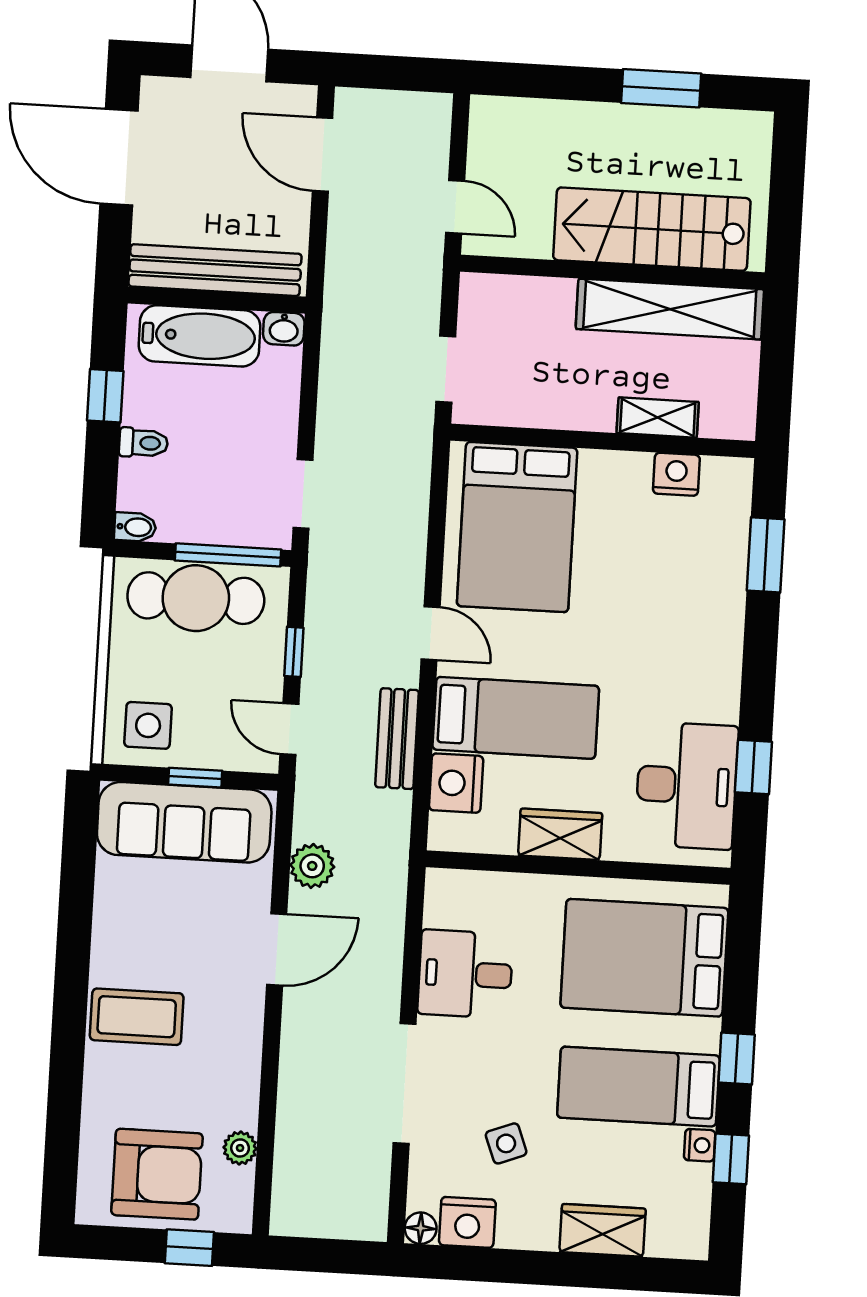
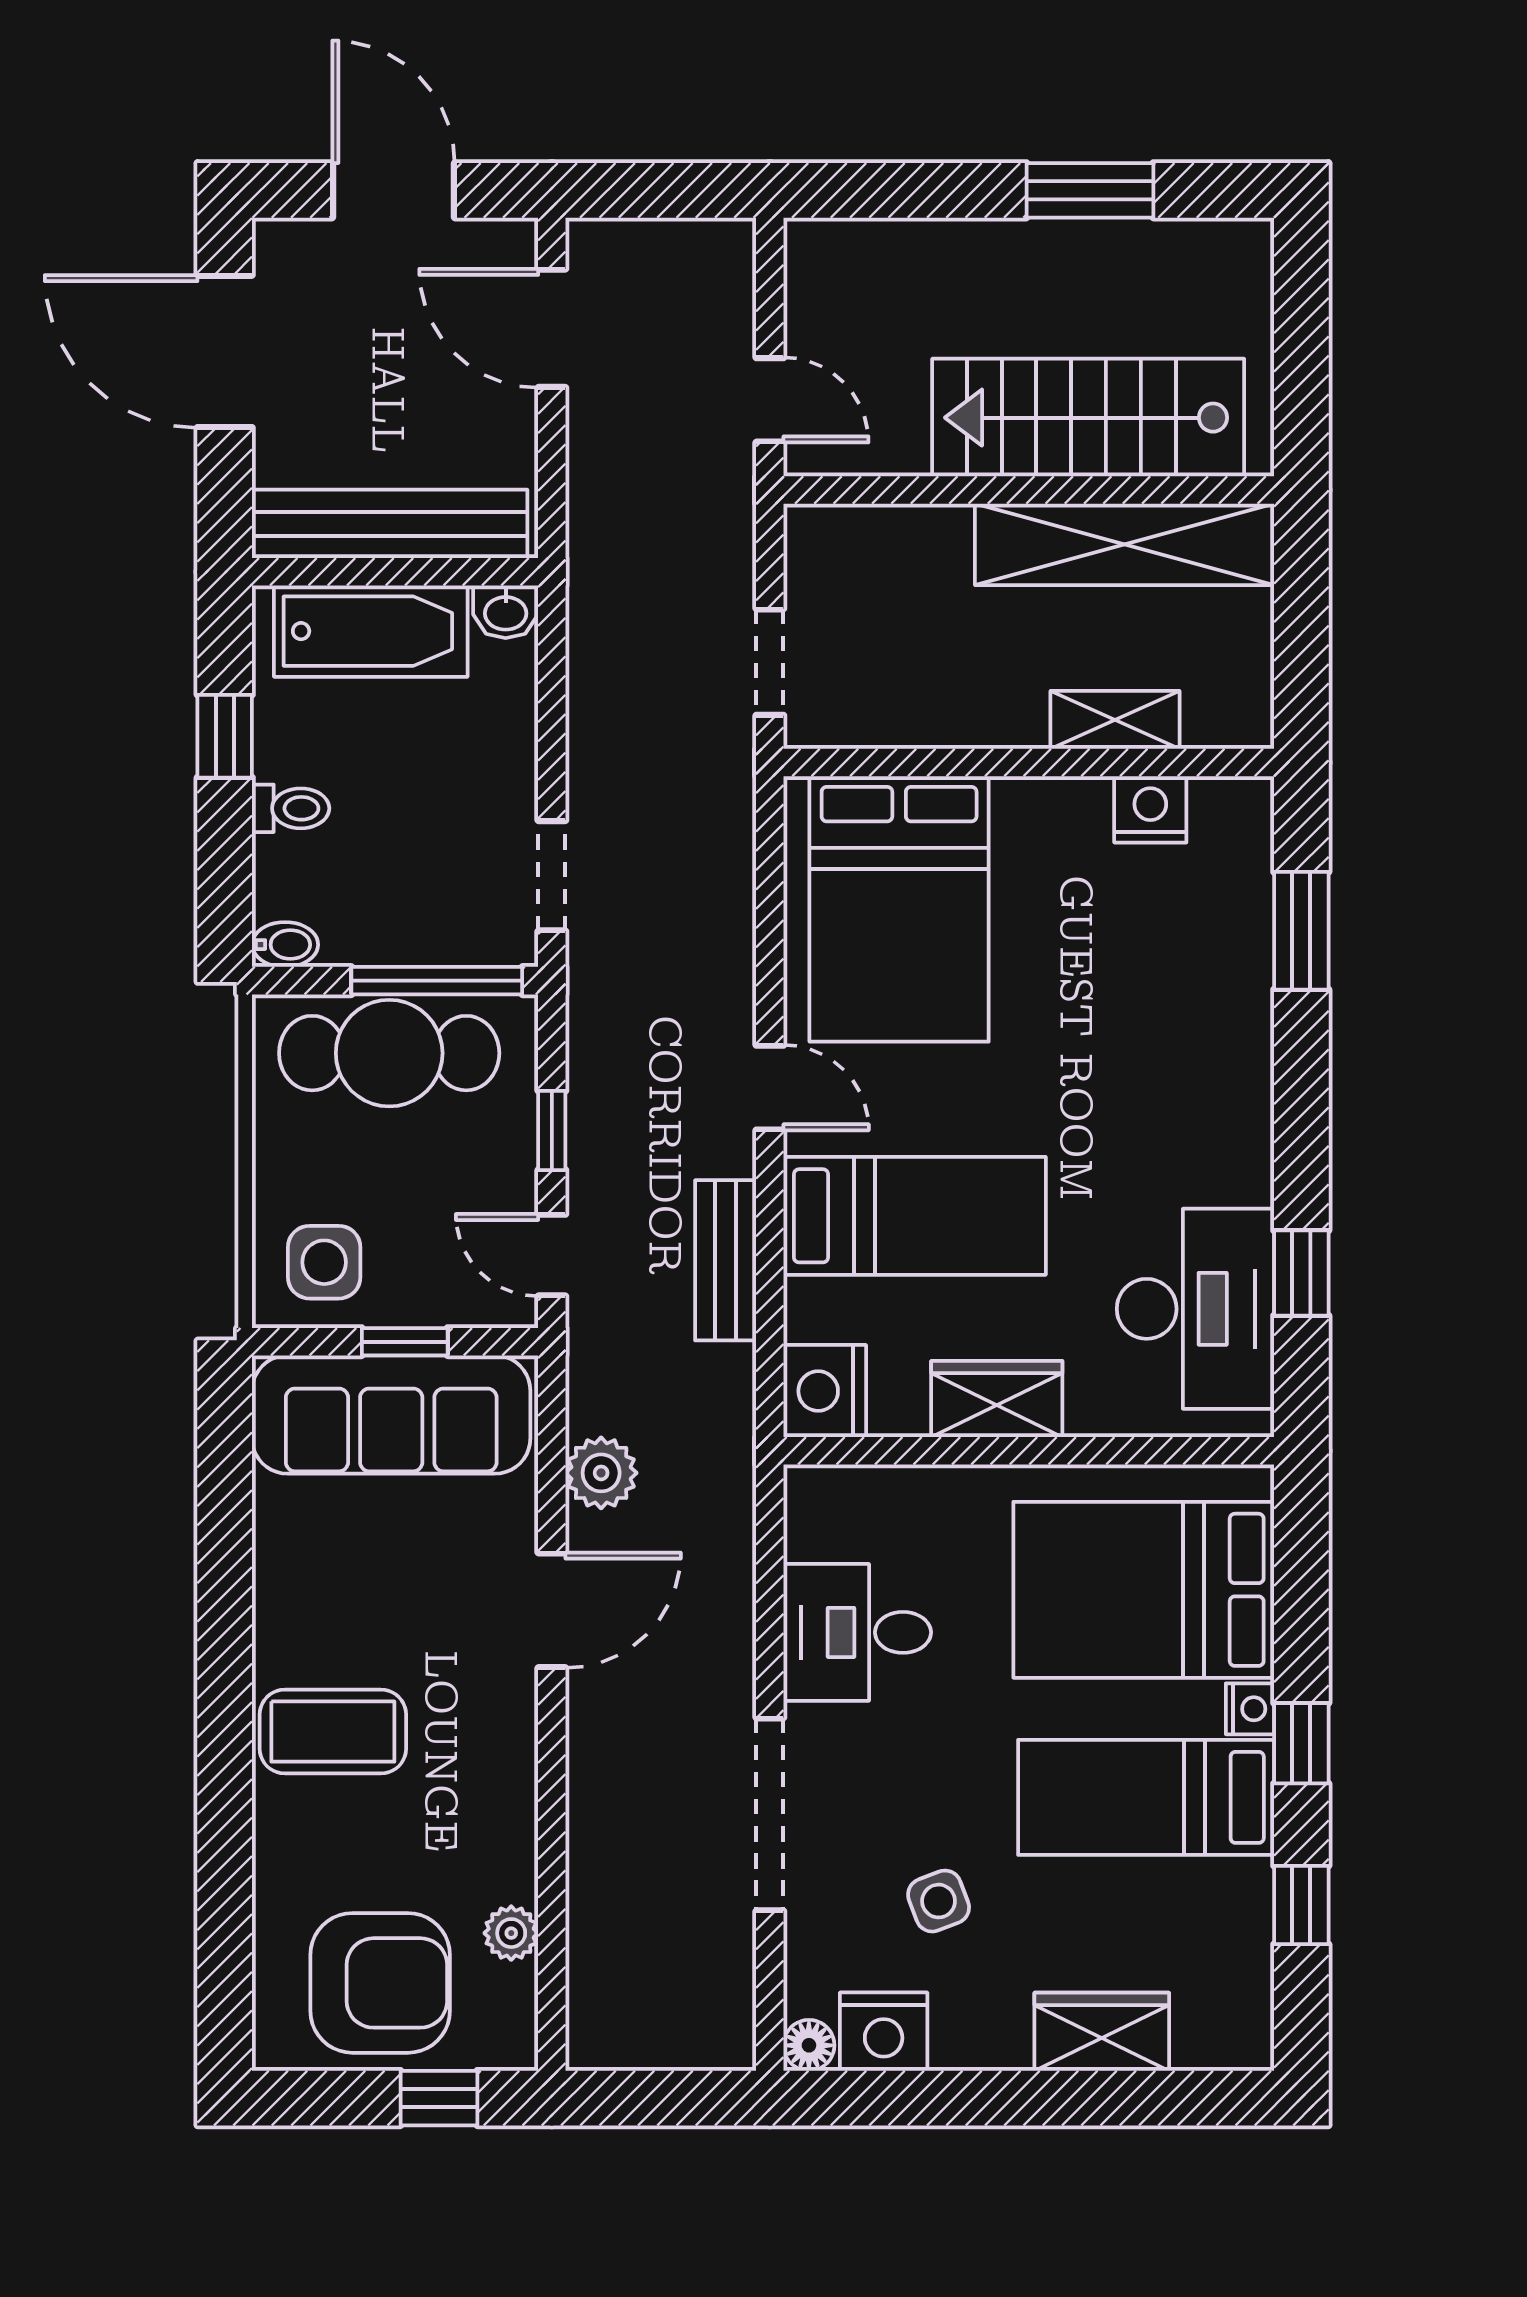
nightstand: (456, 783) -> (825, 1391), moved
nightstand: (700, 1145) -> (1250, 1709), moved

